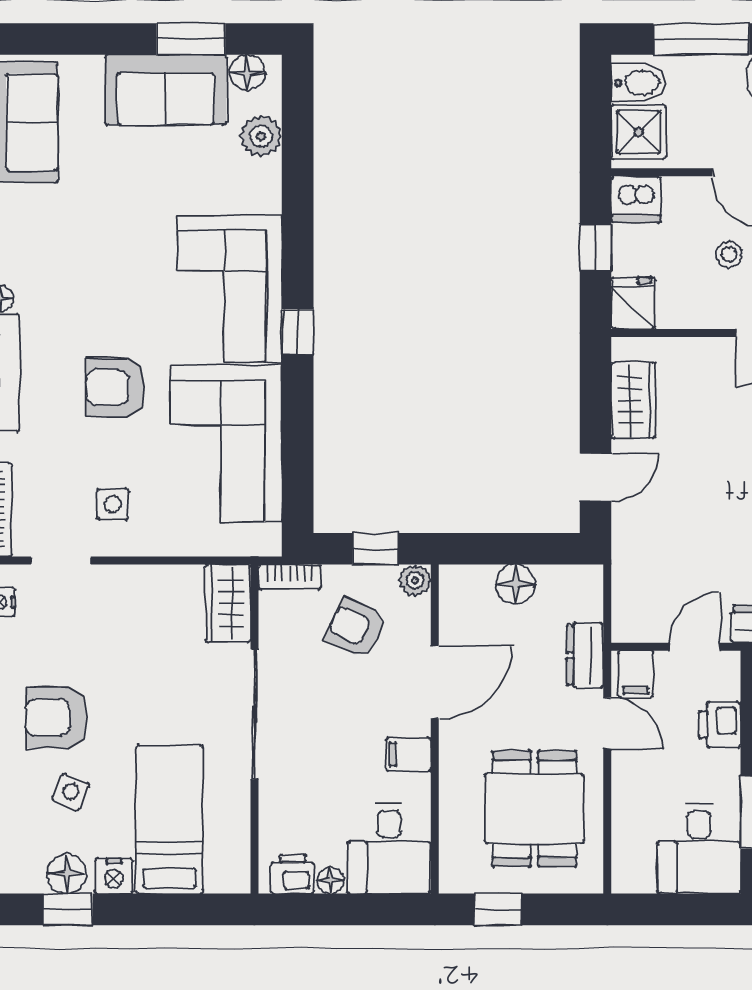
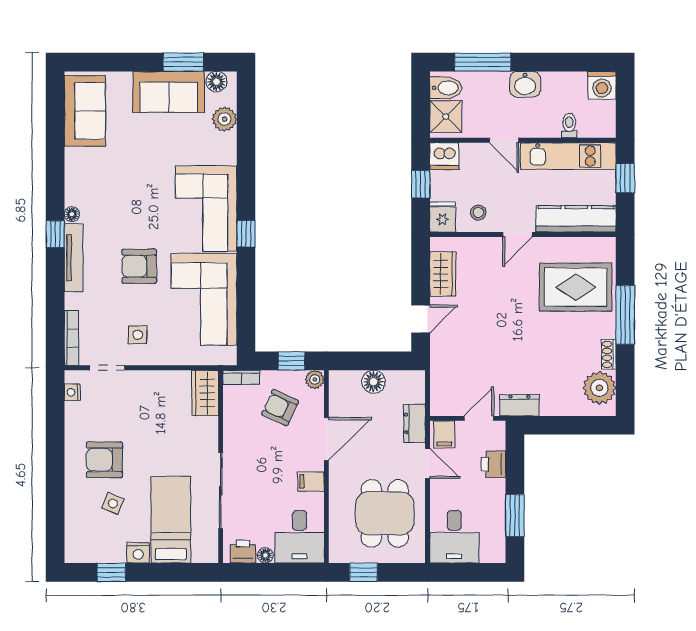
stool: (729, 254) -> (478, 213), moved
sliding door: (254, 714) -> (221, 491), moved
desk: (699, 849) -> (454, 537), moved
floor lamp: (67, 874) -> (111, 551), removed

